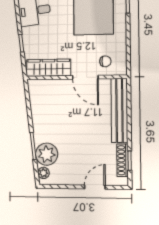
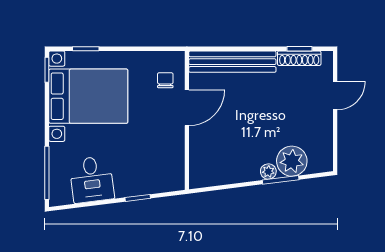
wardrobe: (49, 68) -> (173, 159), removed
plant: (43, 173) -> (268, 171), moved
door: (95, 187) -> (335, 96), swing flipped

